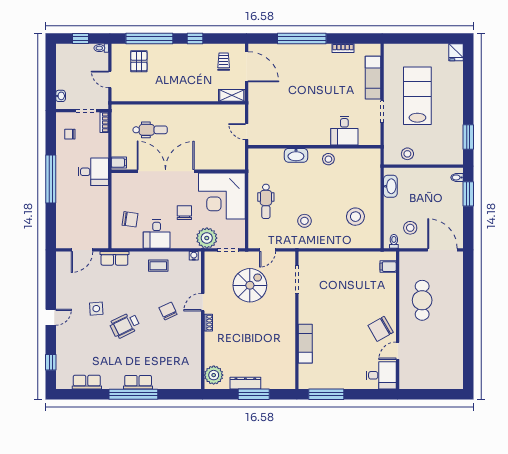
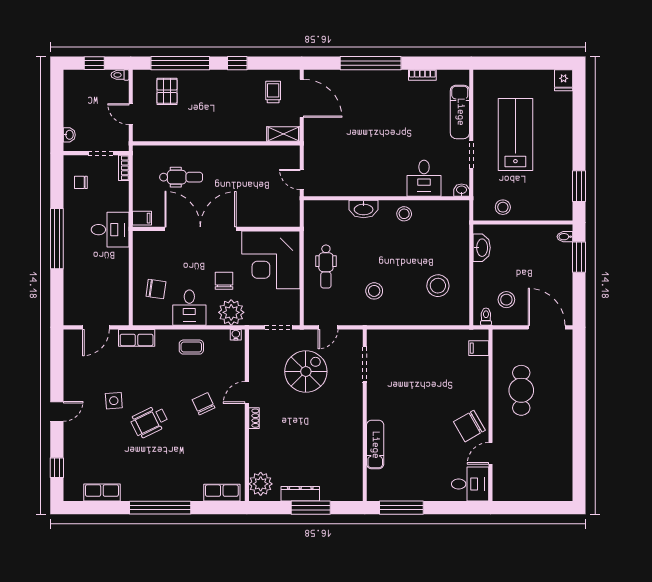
washbasin: (374, 140) -> (462, 190), added
plant: (207, 238) -> (231, 312), moved
row of seats: (138, 382) -> (222, 493), moved

